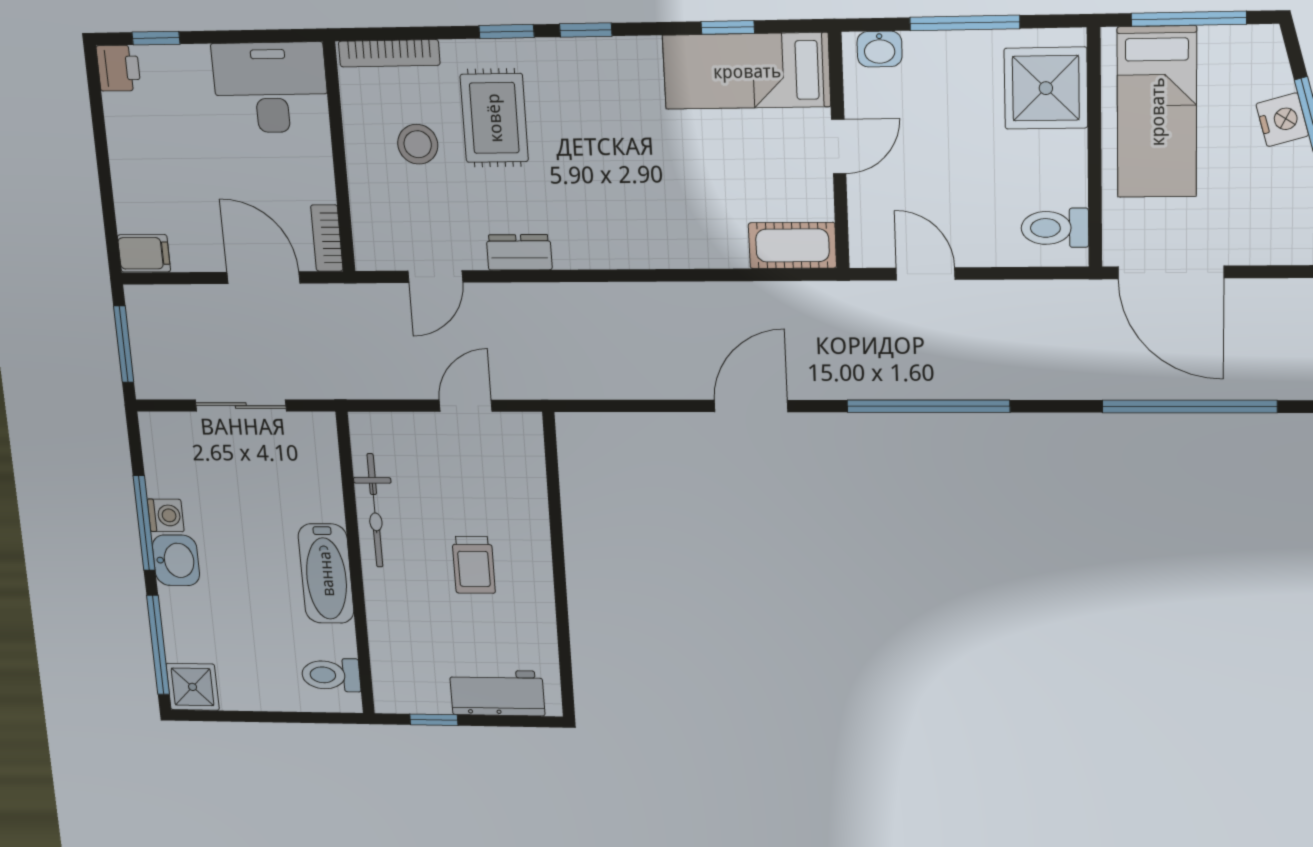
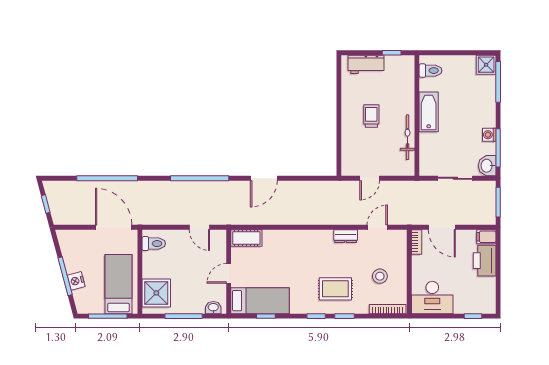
printer: (119, 68) -> (485, 261), moved, width x1.87, depth x1.48
rug: (494, 118) -> (335, 289), moved, turned 90
window: (144, 523) -> (498, 148), moved
washbasin: (176, 560) -> (487, 166), moved

